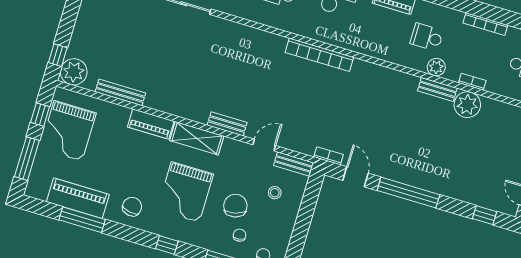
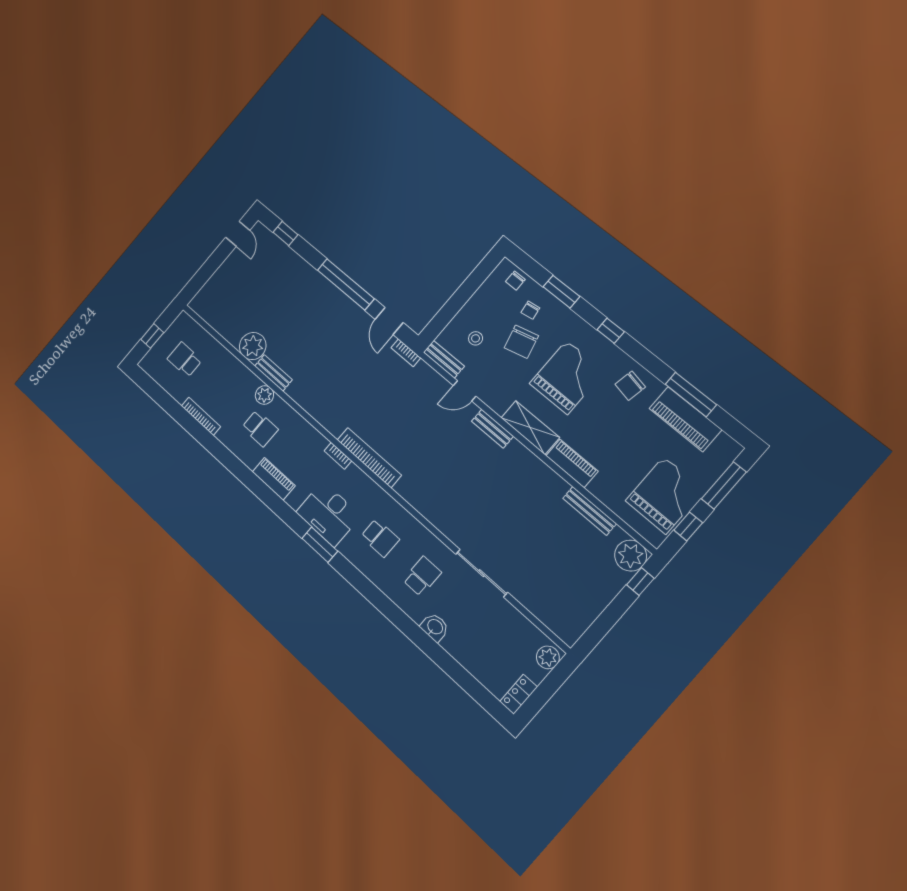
bookcase: (472, 82) -> (338, 456), moved

